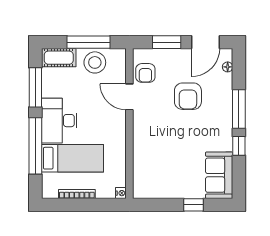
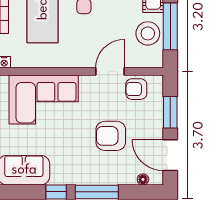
corner sofa: (155, 157) -> (44, 100), added

